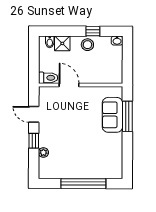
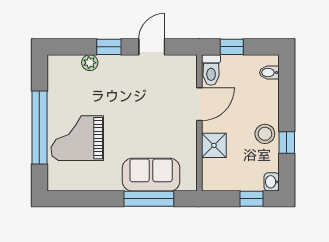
shower: (62, 43) -> (214, 145), moved
window: (127, 53) -> (251, 199), added
window: (34, 65) -> (232, 47), added
grand piano: (90, 160) -> (77, 138), added

